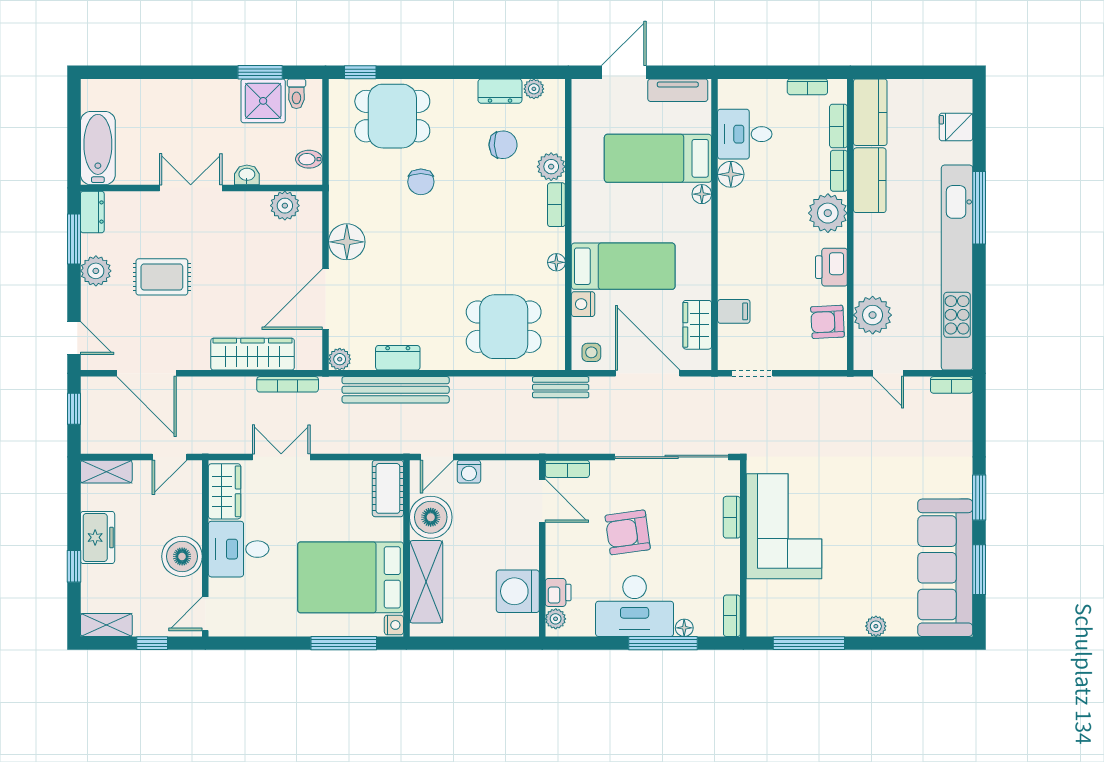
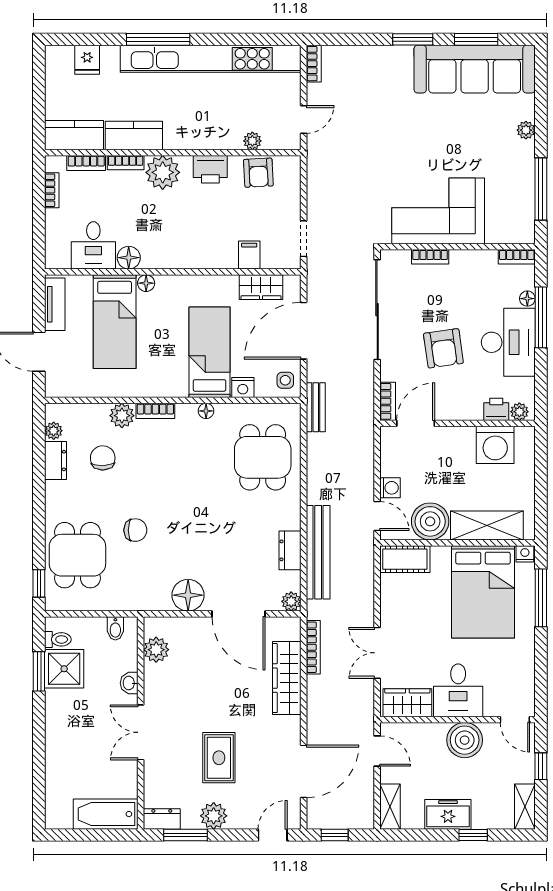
plant: (873, 315) -> (252, 141), width x0.53, depth x0.53

